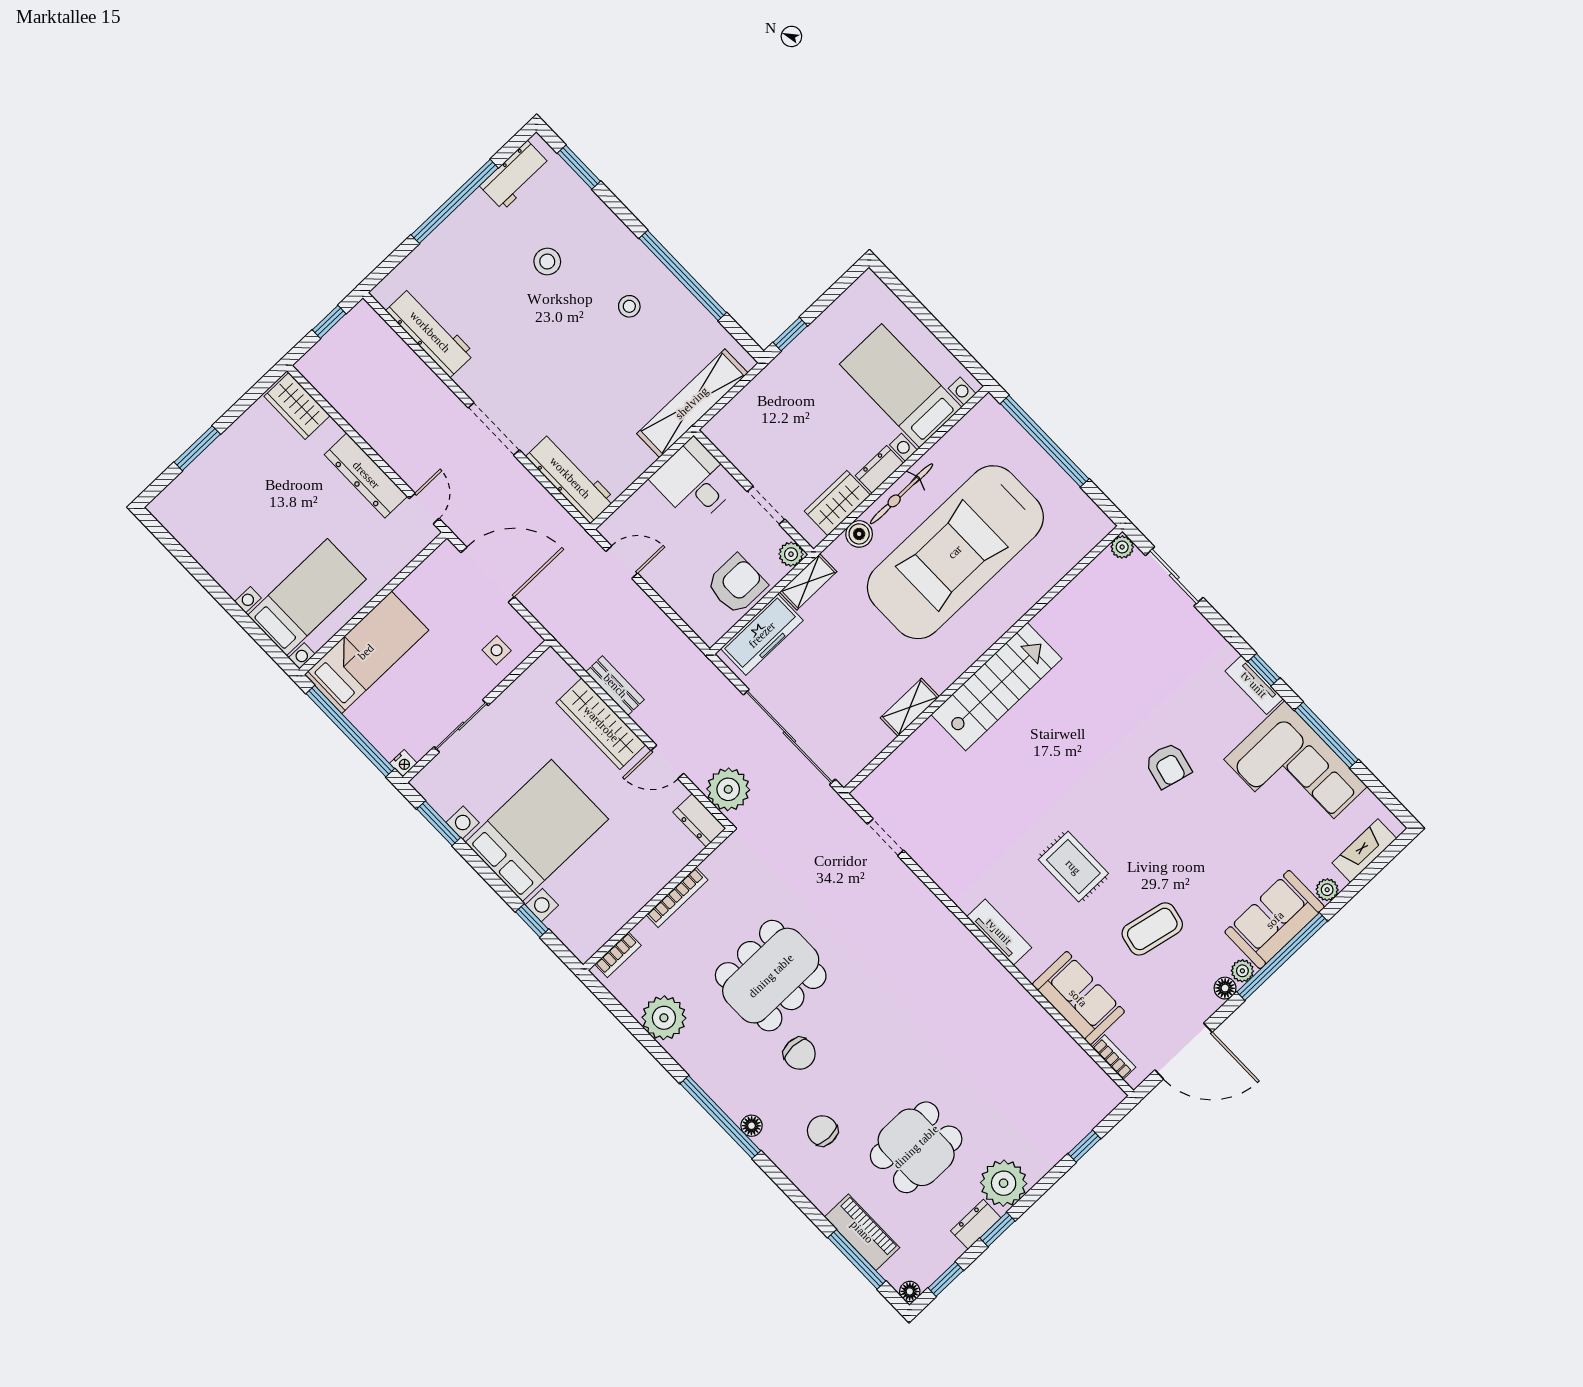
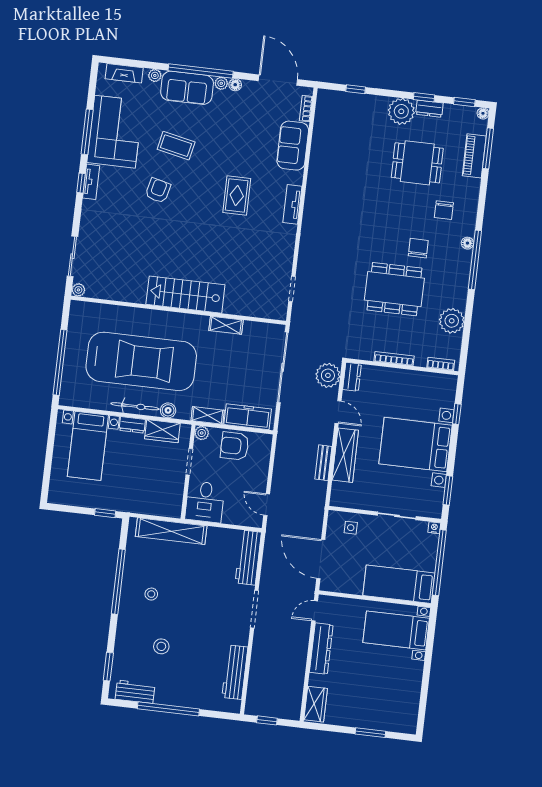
coffee table: (1152, 929) -> (176, 146), moved

